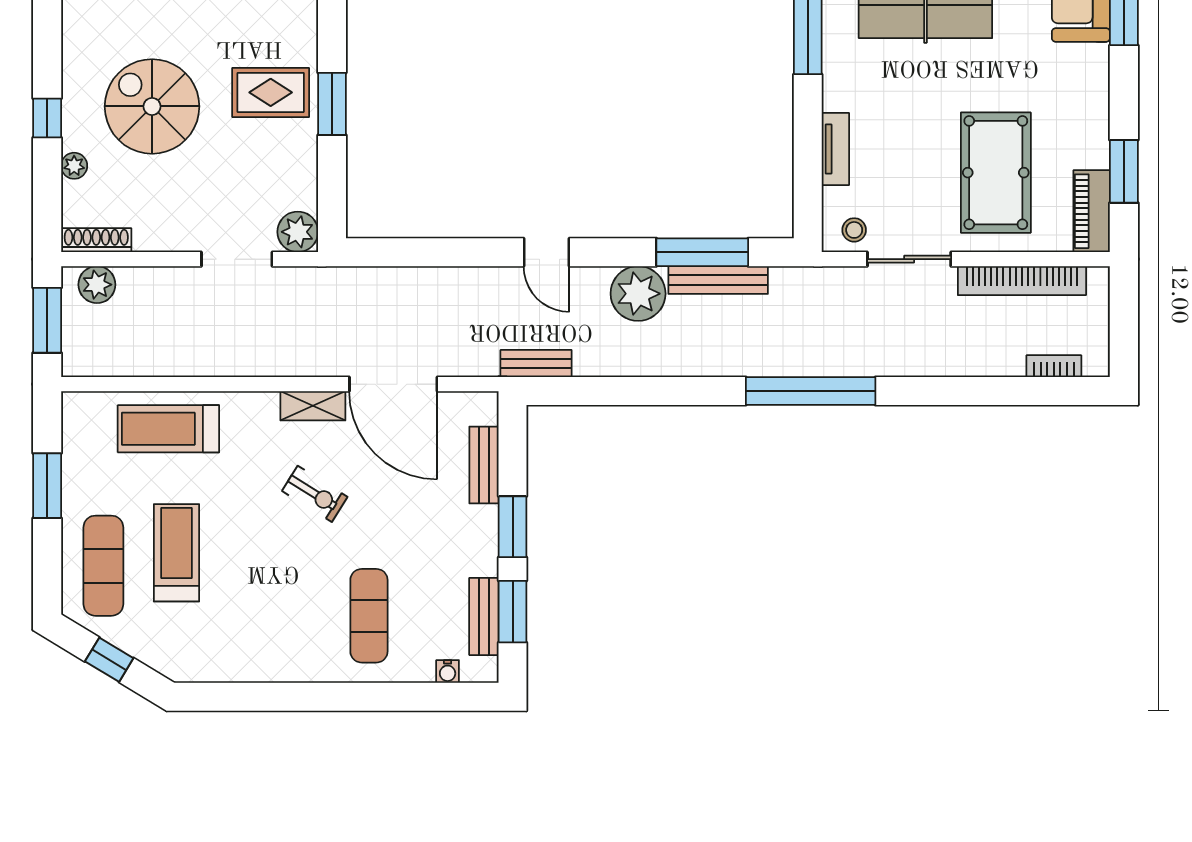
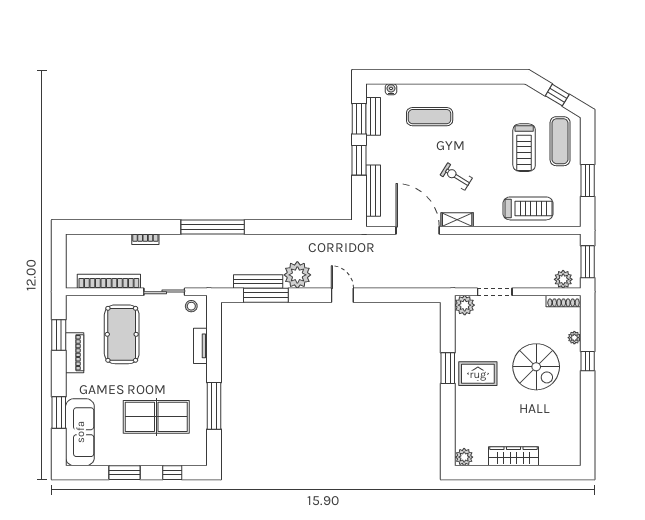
piano: (1092, 211) -> (75, 353), moved
bench: (536, 364) -> (348, 240), removed
bookcase: (1054, 366) -> (145, 239), moved
bench: (484, 465) -> (373, 191), width x1.36
exercise mat: (369, 616) -> (430, 117), turned 90

